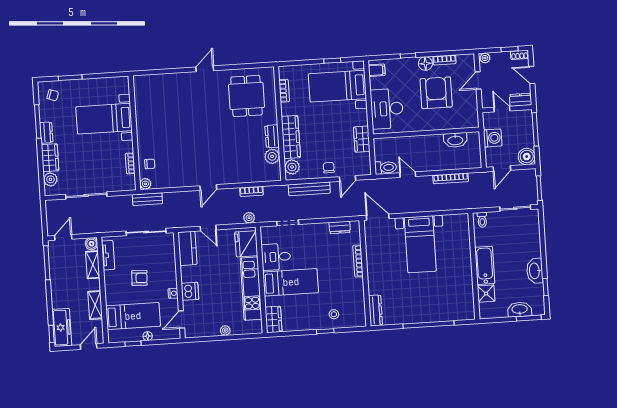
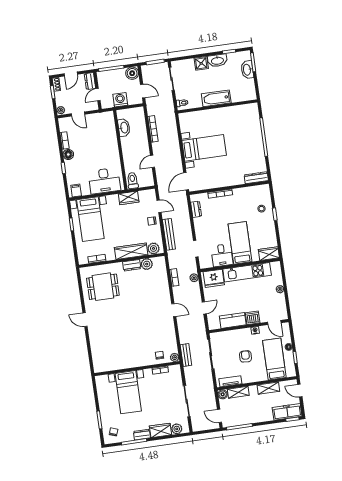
armchair: (436, 93) -> (90, 145), removed
toilet: (386, 168) -> (133, 181), moved
kitchen counter: (187, 248) -> (233, 320), moved
shower: (486, 294) -> (201, 63), moved

